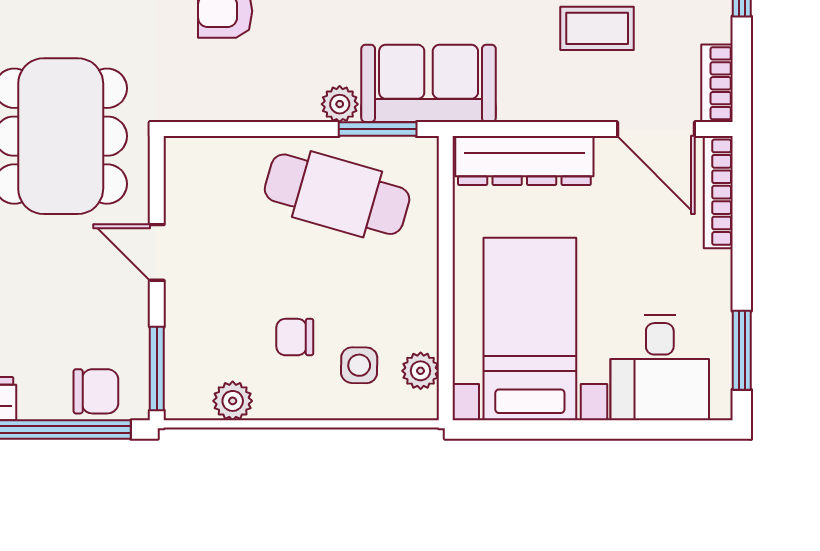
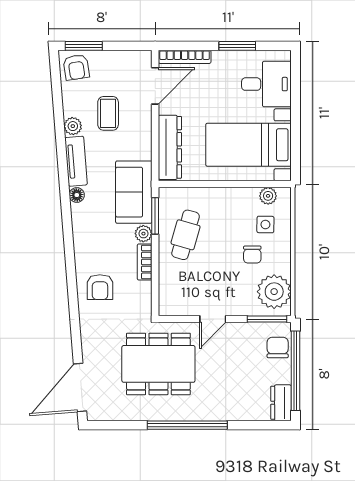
bookcase: (717, 83) -> (145, 262), moved, turned 90
cafe table: (337, 194) -> (186, 235), width x0.73, depth x0.74
window: (742, 350) -> (237, 46), moved
plant: (233, 401) -> (274, 292), width x1.88, depth x1.88

